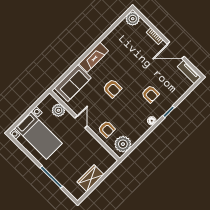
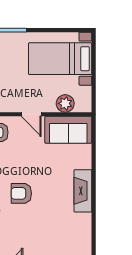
sofa: (73, 83) -> (68, 130), moved, turned -90
armchair: (112, 88) -> (21, 193), moved

